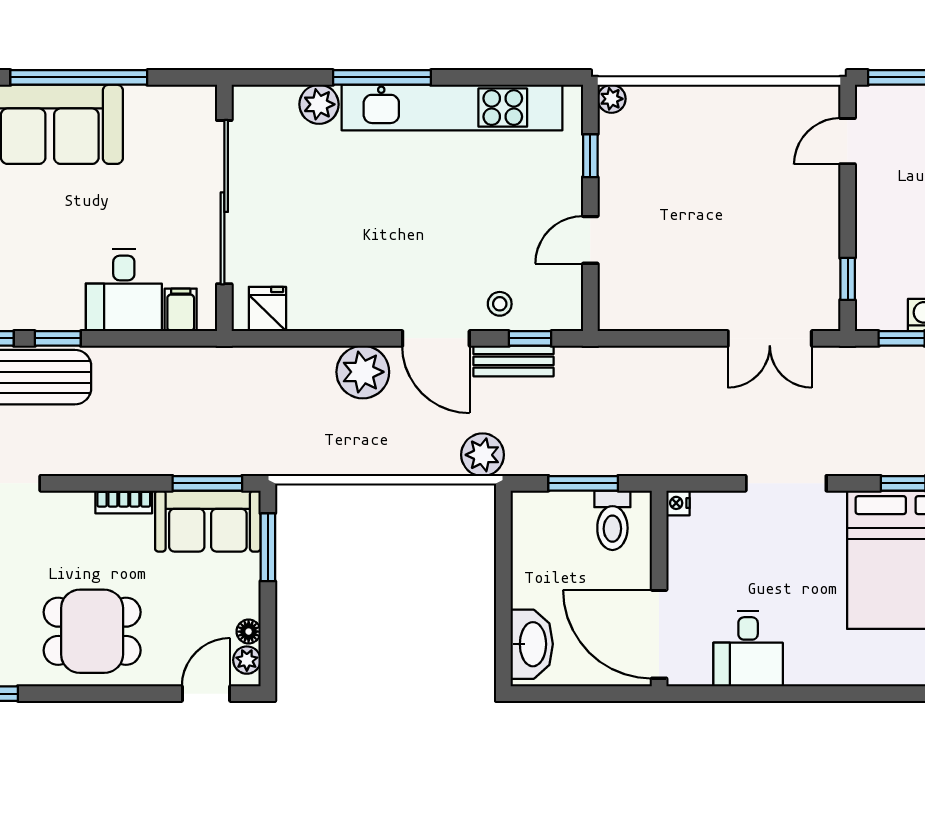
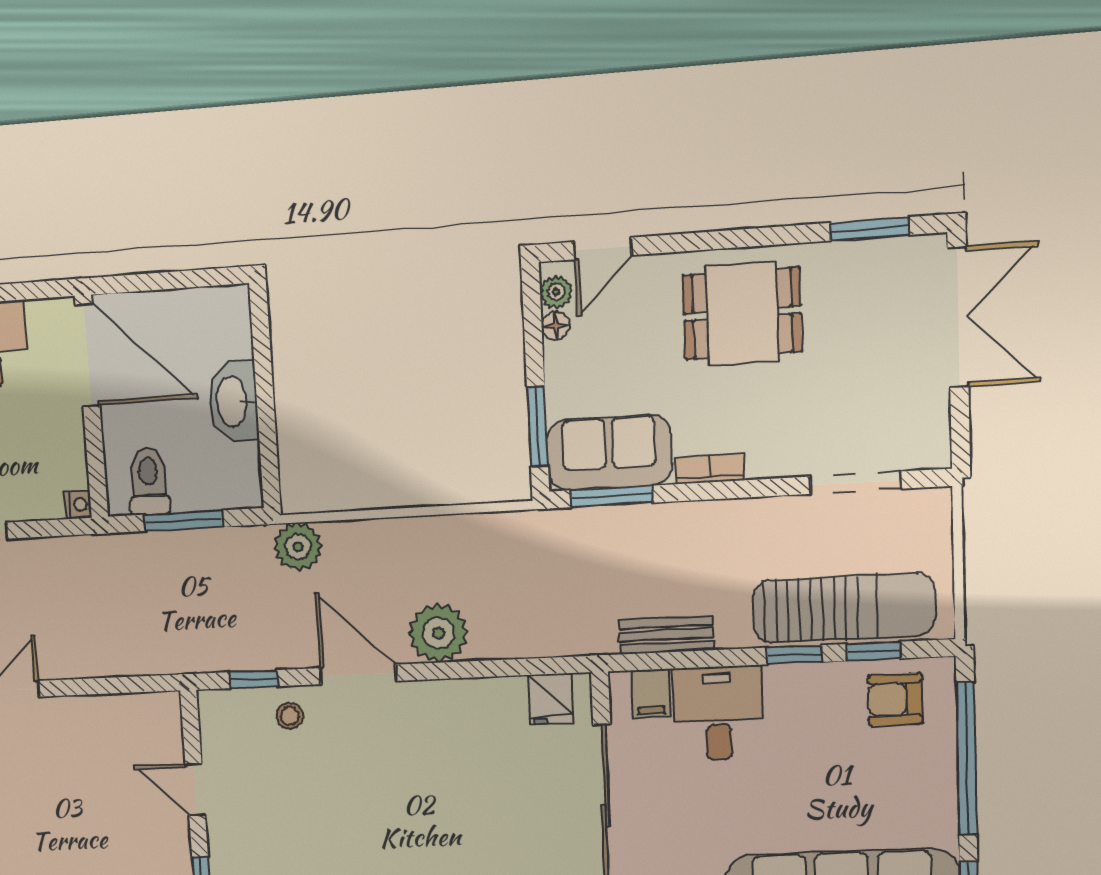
door: (590, 240) -> (195, 790), swing flipped
bench: (514, 361) -> (666, 635), moved
washbasin: (532, 644) -> (233, 401), moved

